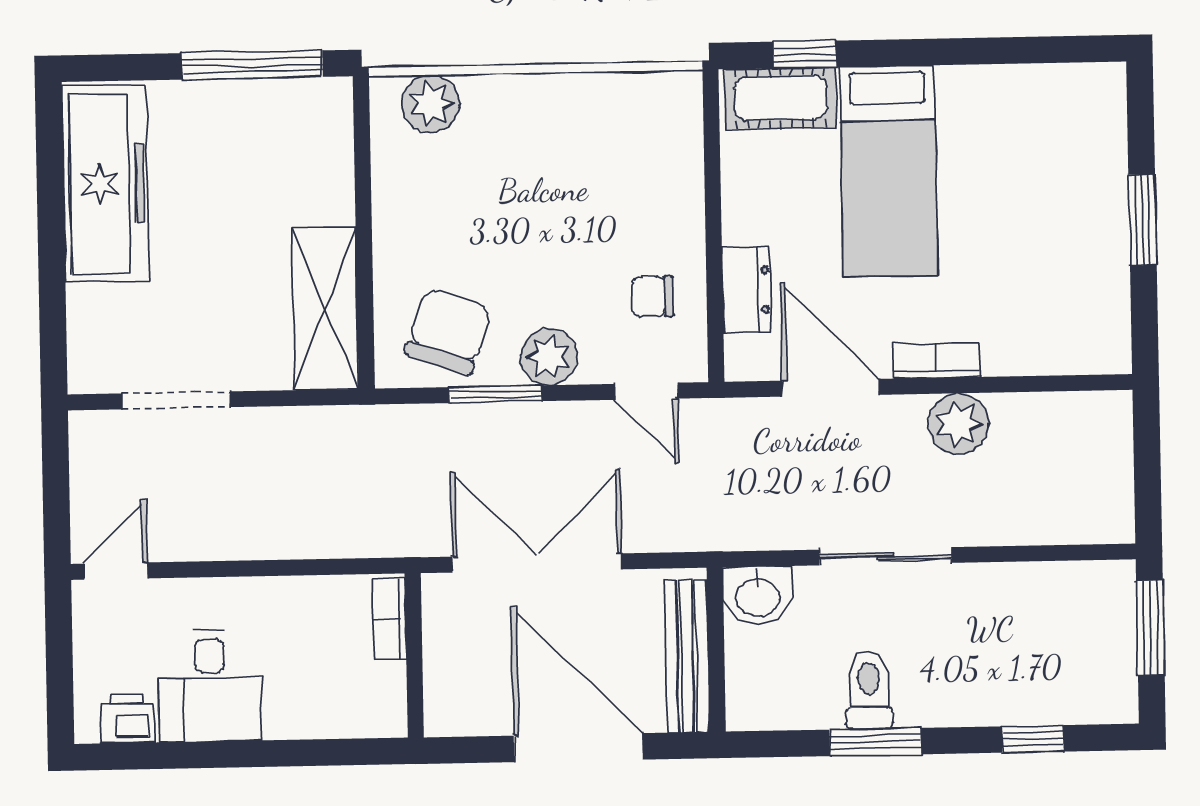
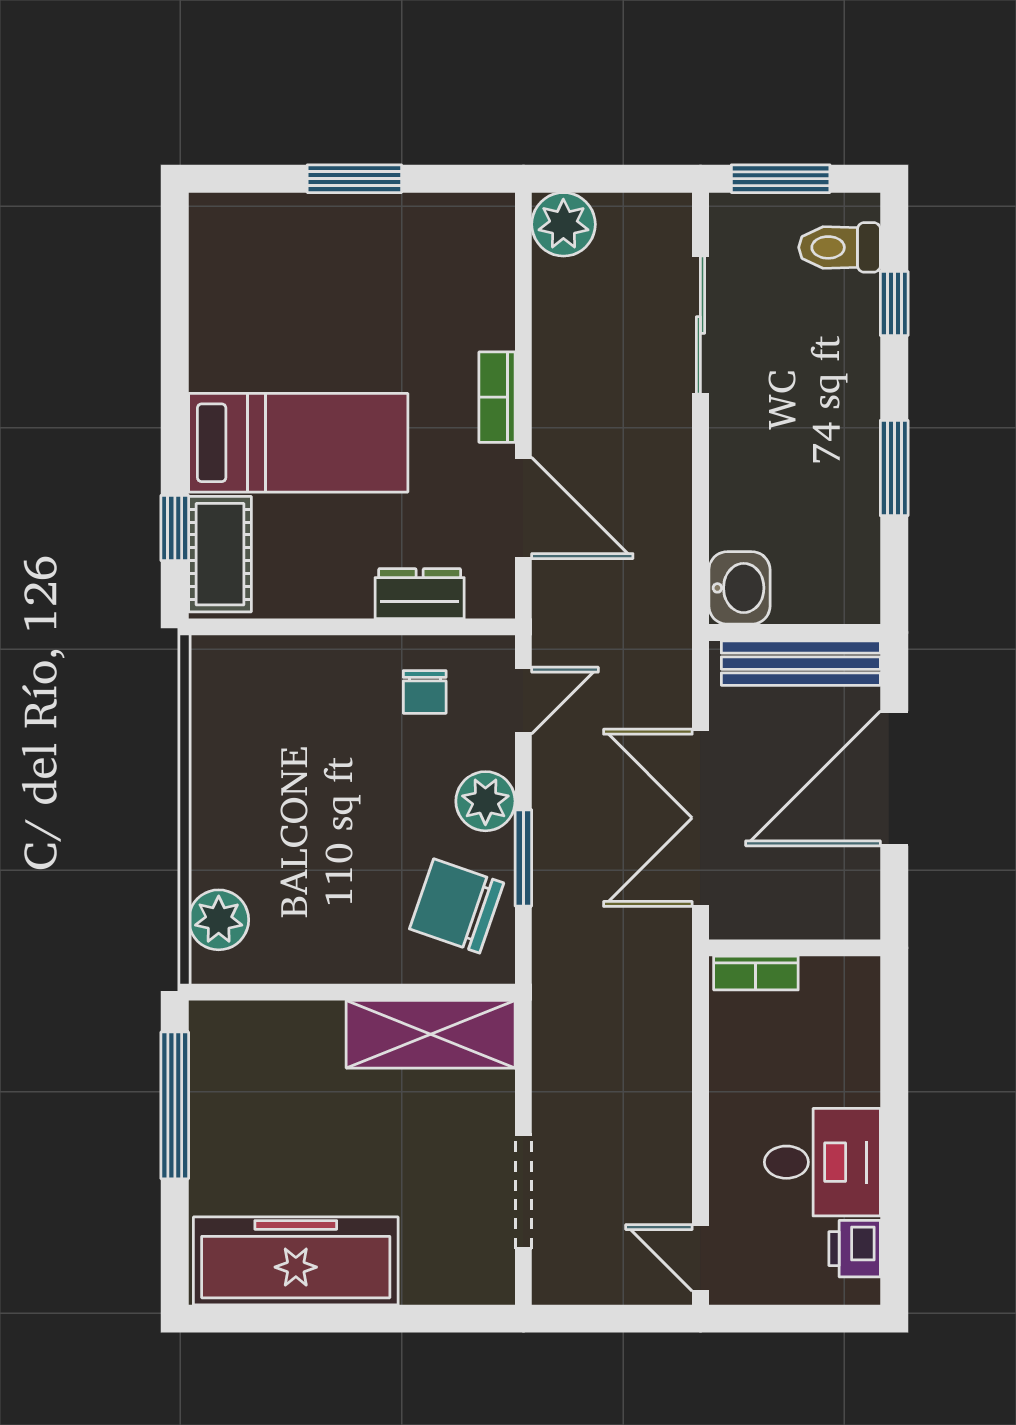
door: (830, 388) -> (523, 508), swing flipped
plant: (958, 424) -> (563, 224), moved
sliding door: (885, 556) -> (700, 325), moved
toilet: (869, 690) -> (840, 247), moved

